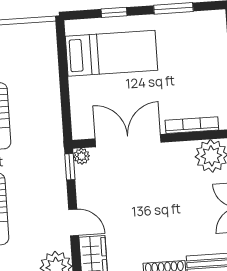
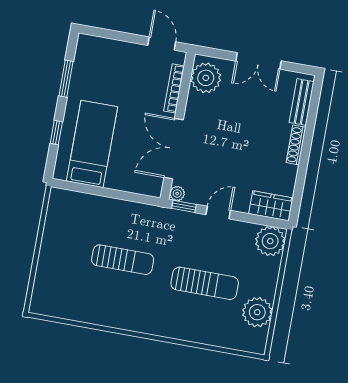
door: (74, 222) -> (218, 213), moved

